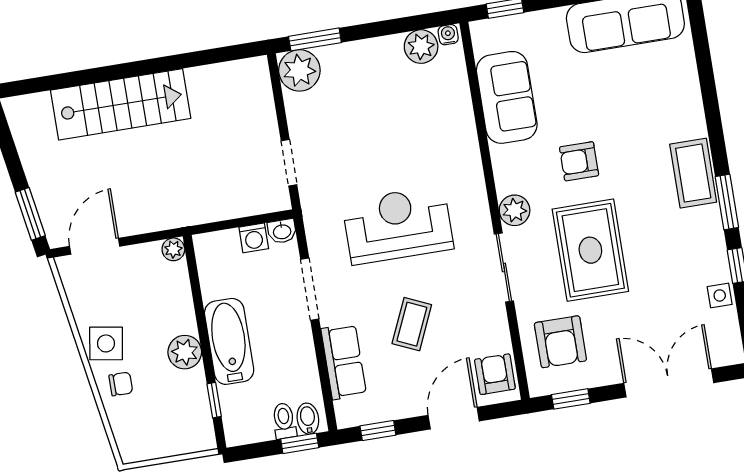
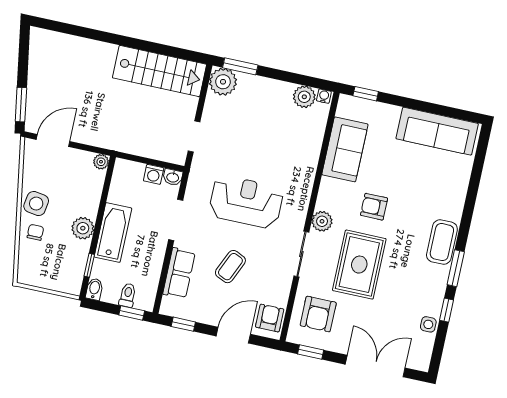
stairs: (121, 104) -> (159, 71), moved
chair: (121, 384) -> (35, 232), turned -90
bidet: (308, 419) -> (94, 289), moved

